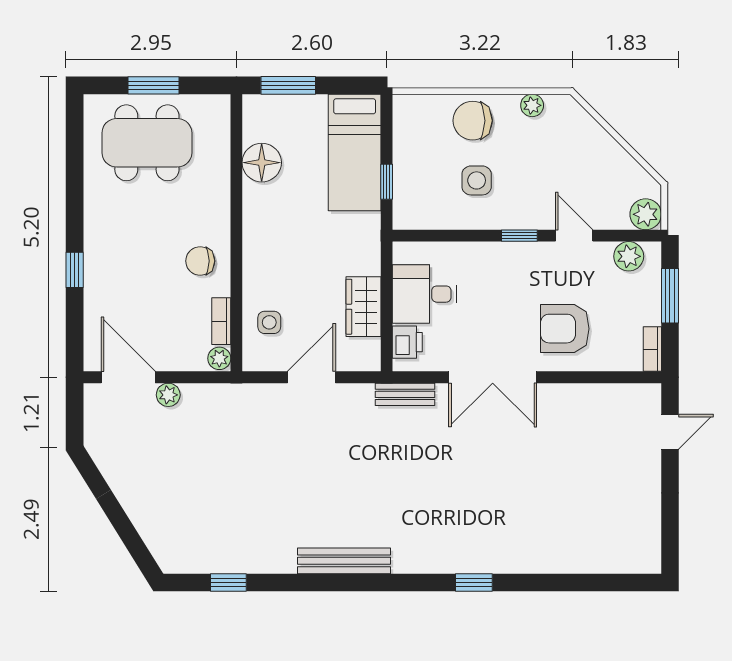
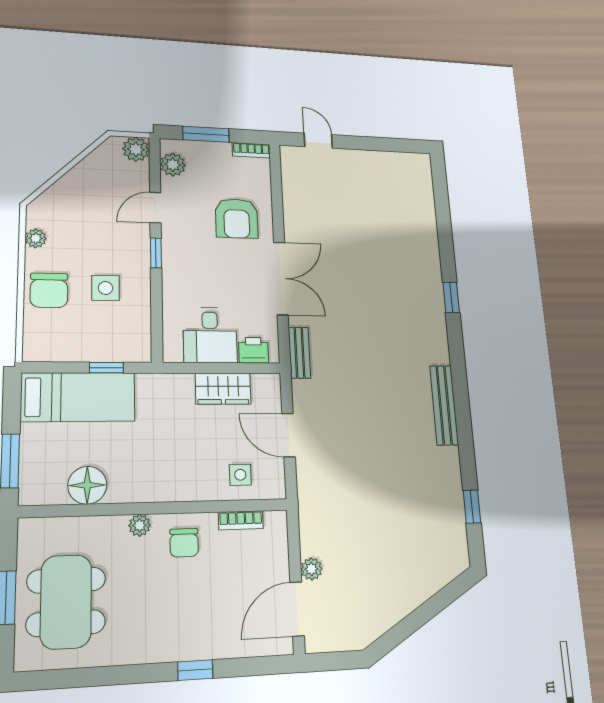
plant: (219, 358) -> (140, 525), moved

